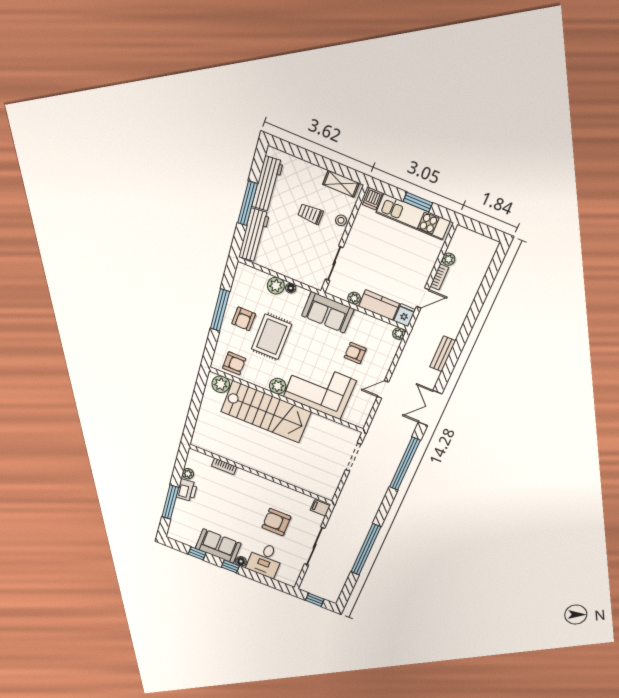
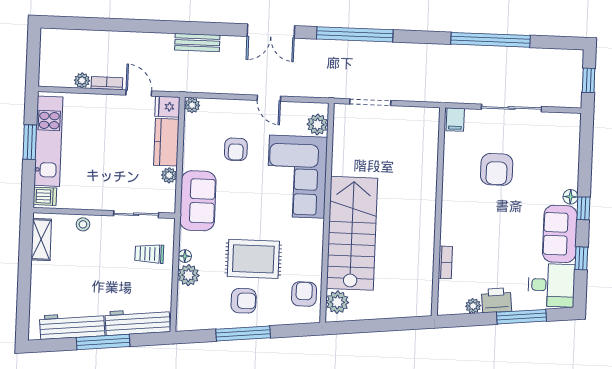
trolley: (310, 214) -> (149, 254), moved, turned 90
plant: (278, 386) -> (317, 124), moved
desk: (265, 560) -> (551, 285), moved

